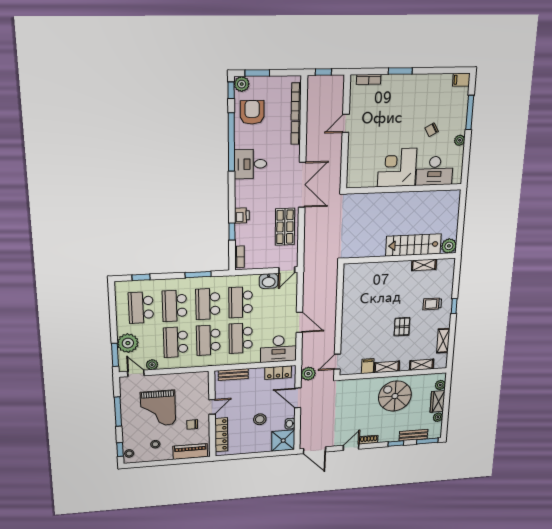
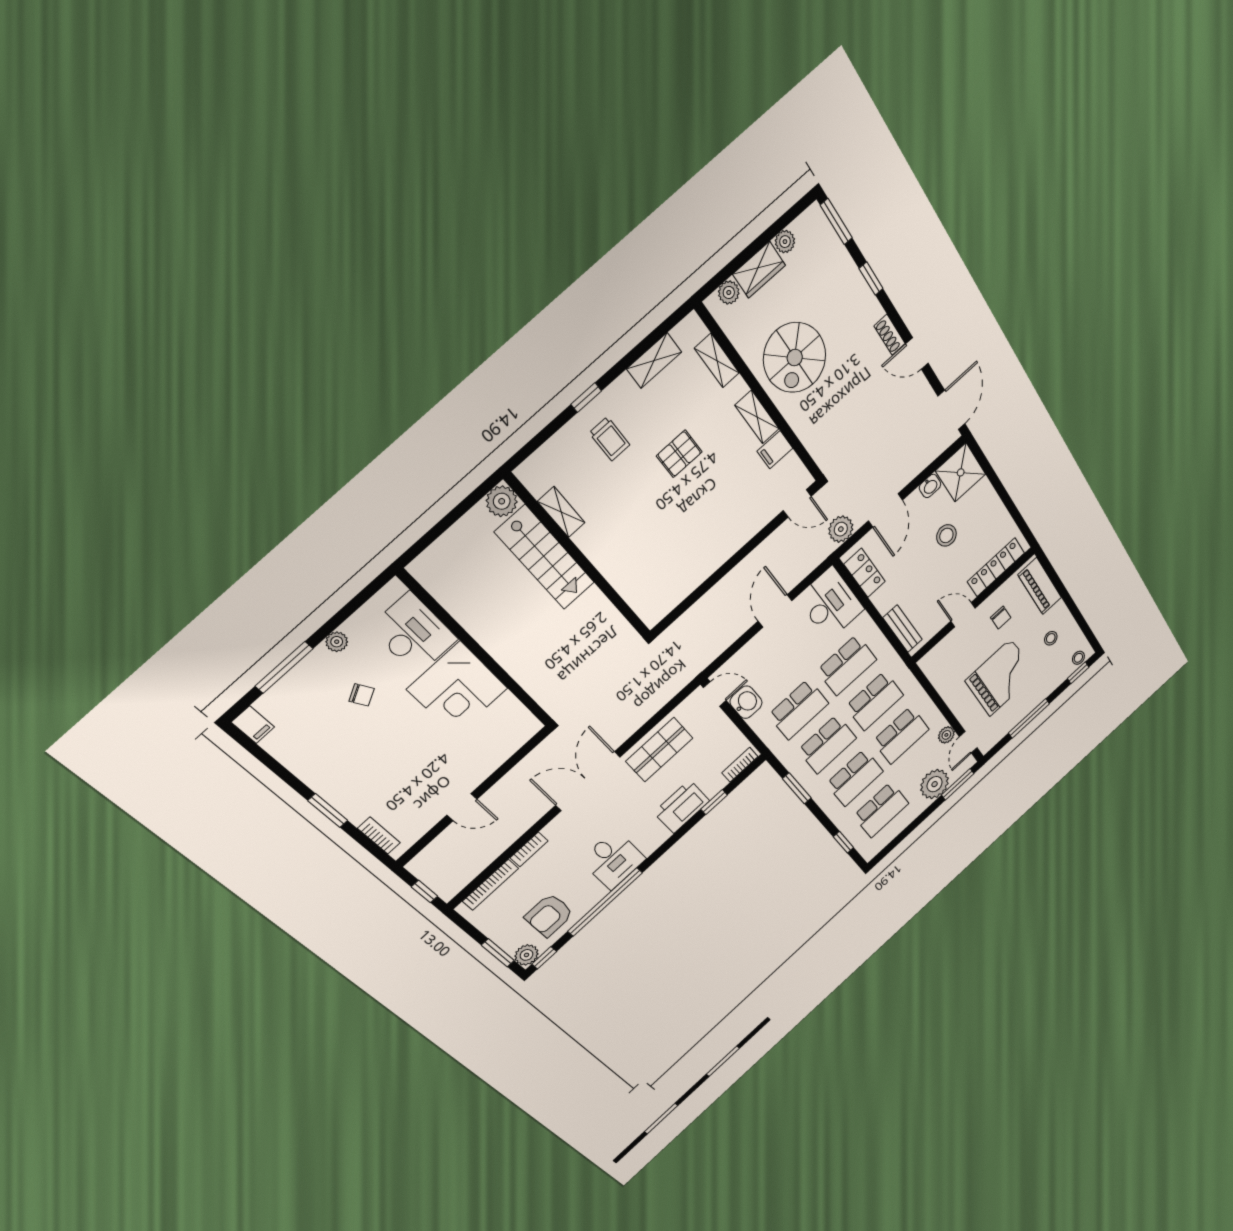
printer: (242, 215) -> (682, 807), width x1.87, depth x1.48
bench: (413, 435) -> (840, 259), removed

